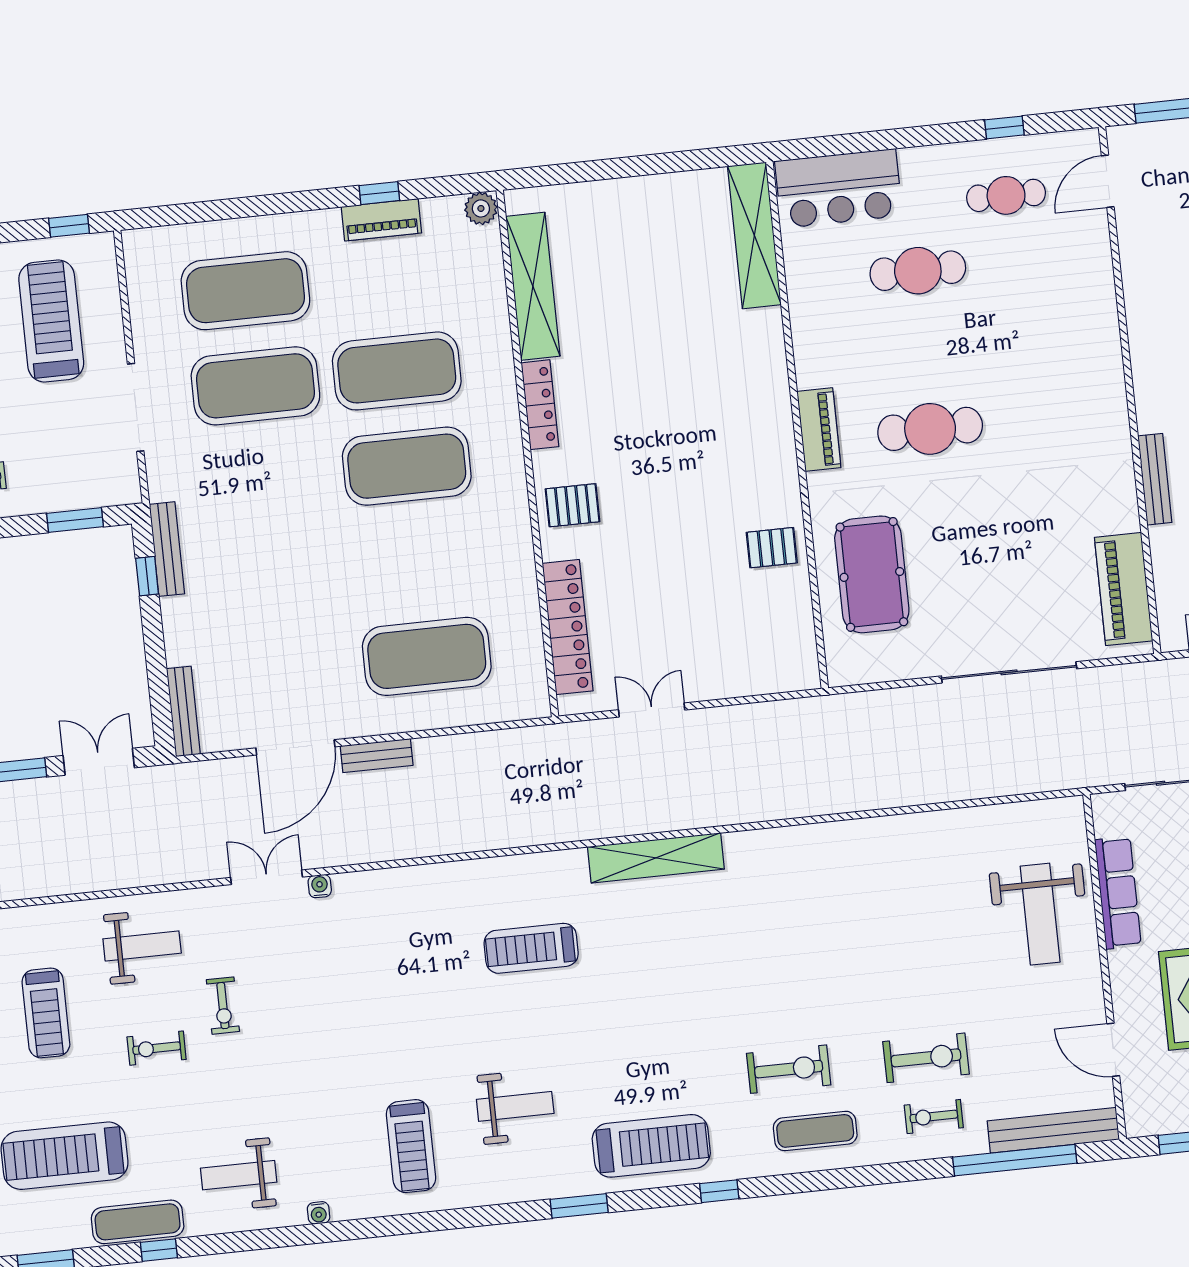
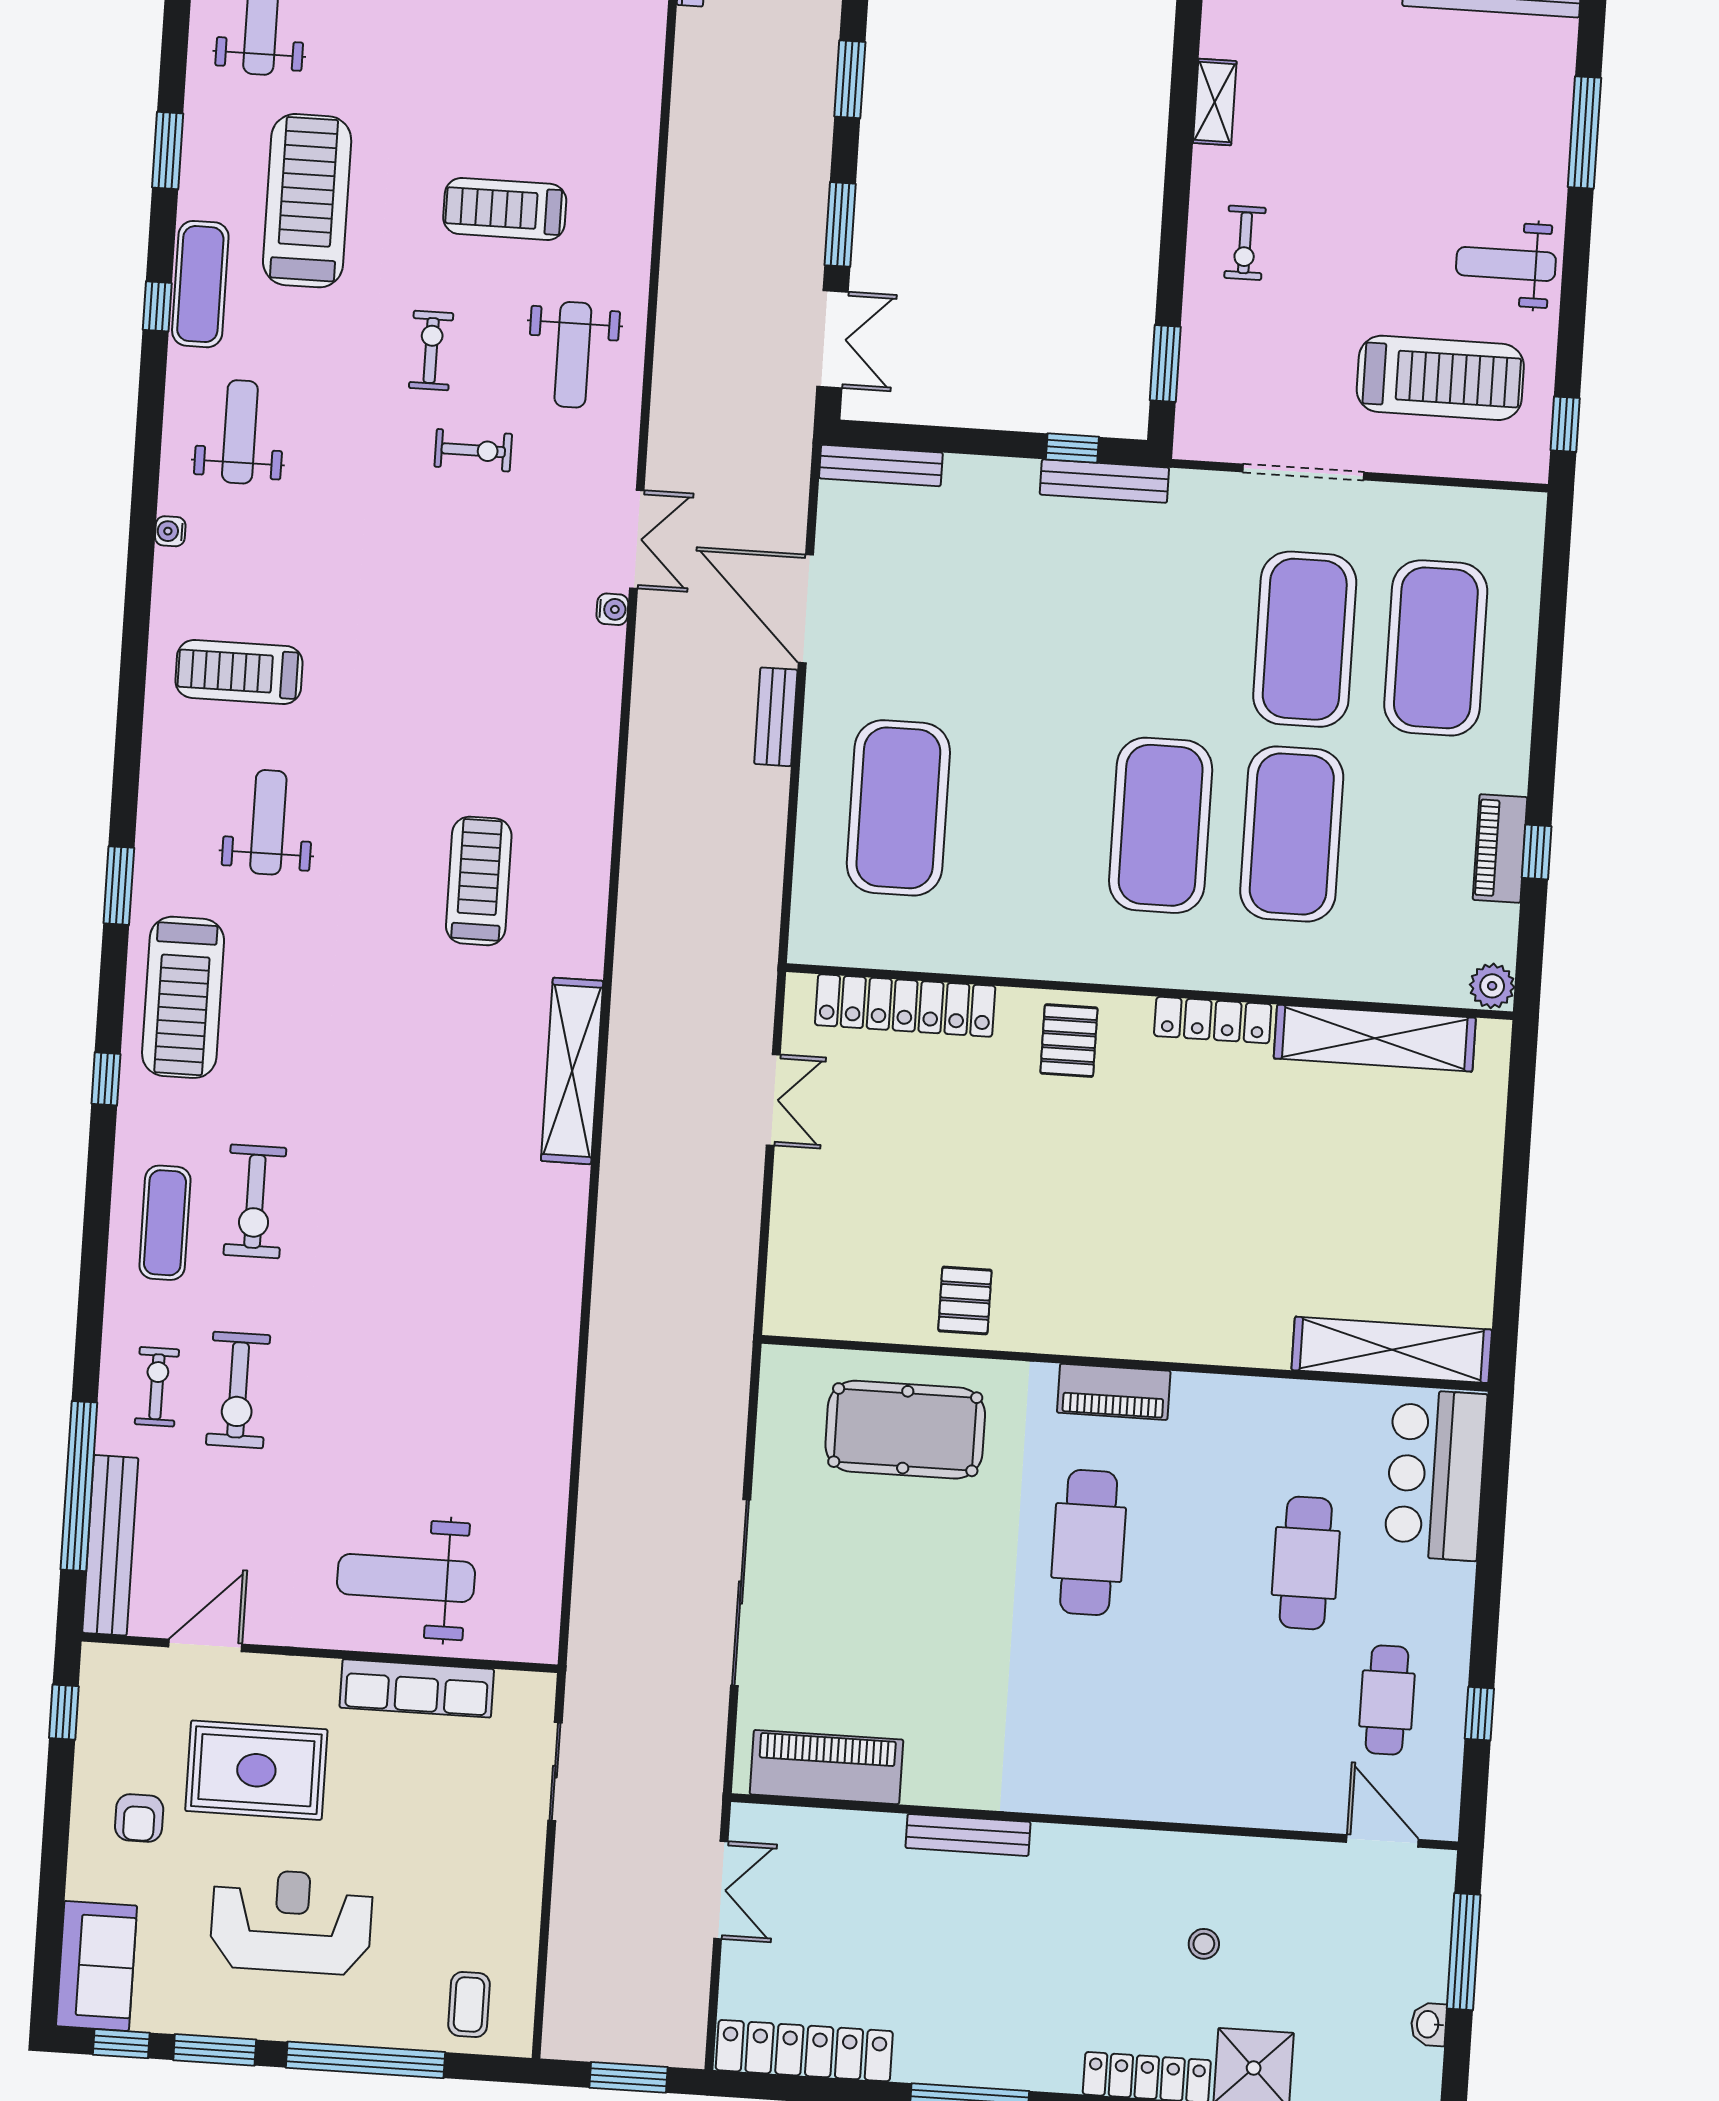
exercise bike: (223, 1006) -> (473, 450), turned 180
weight bench: (515, 1106) -> (268, 822), turned 180

